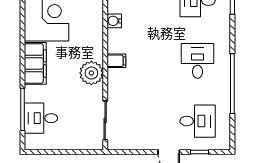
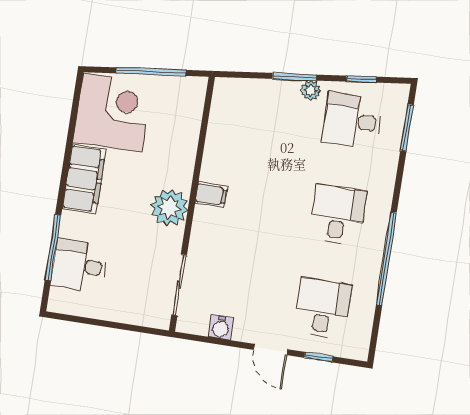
water cooler: (114, 21) -> (221, 327), moved, turned -90
desk: (198, 121) -> (323, 308), turned -90

